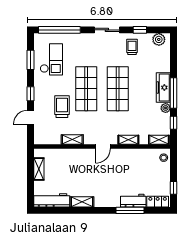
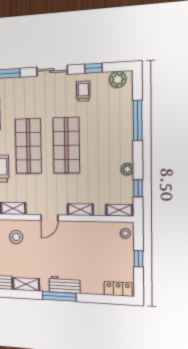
freezer: (163, 88) -> (124, 142), removed
window: (174, 93) -> (138, 121), moved
stool: (74, 163) -> (16, 237), added
window: (174, 188) -> (138, 259), moved
workbench: (133, 201) -> (65, 285), moved
window: (130, 210) -> (59, 296), moved

